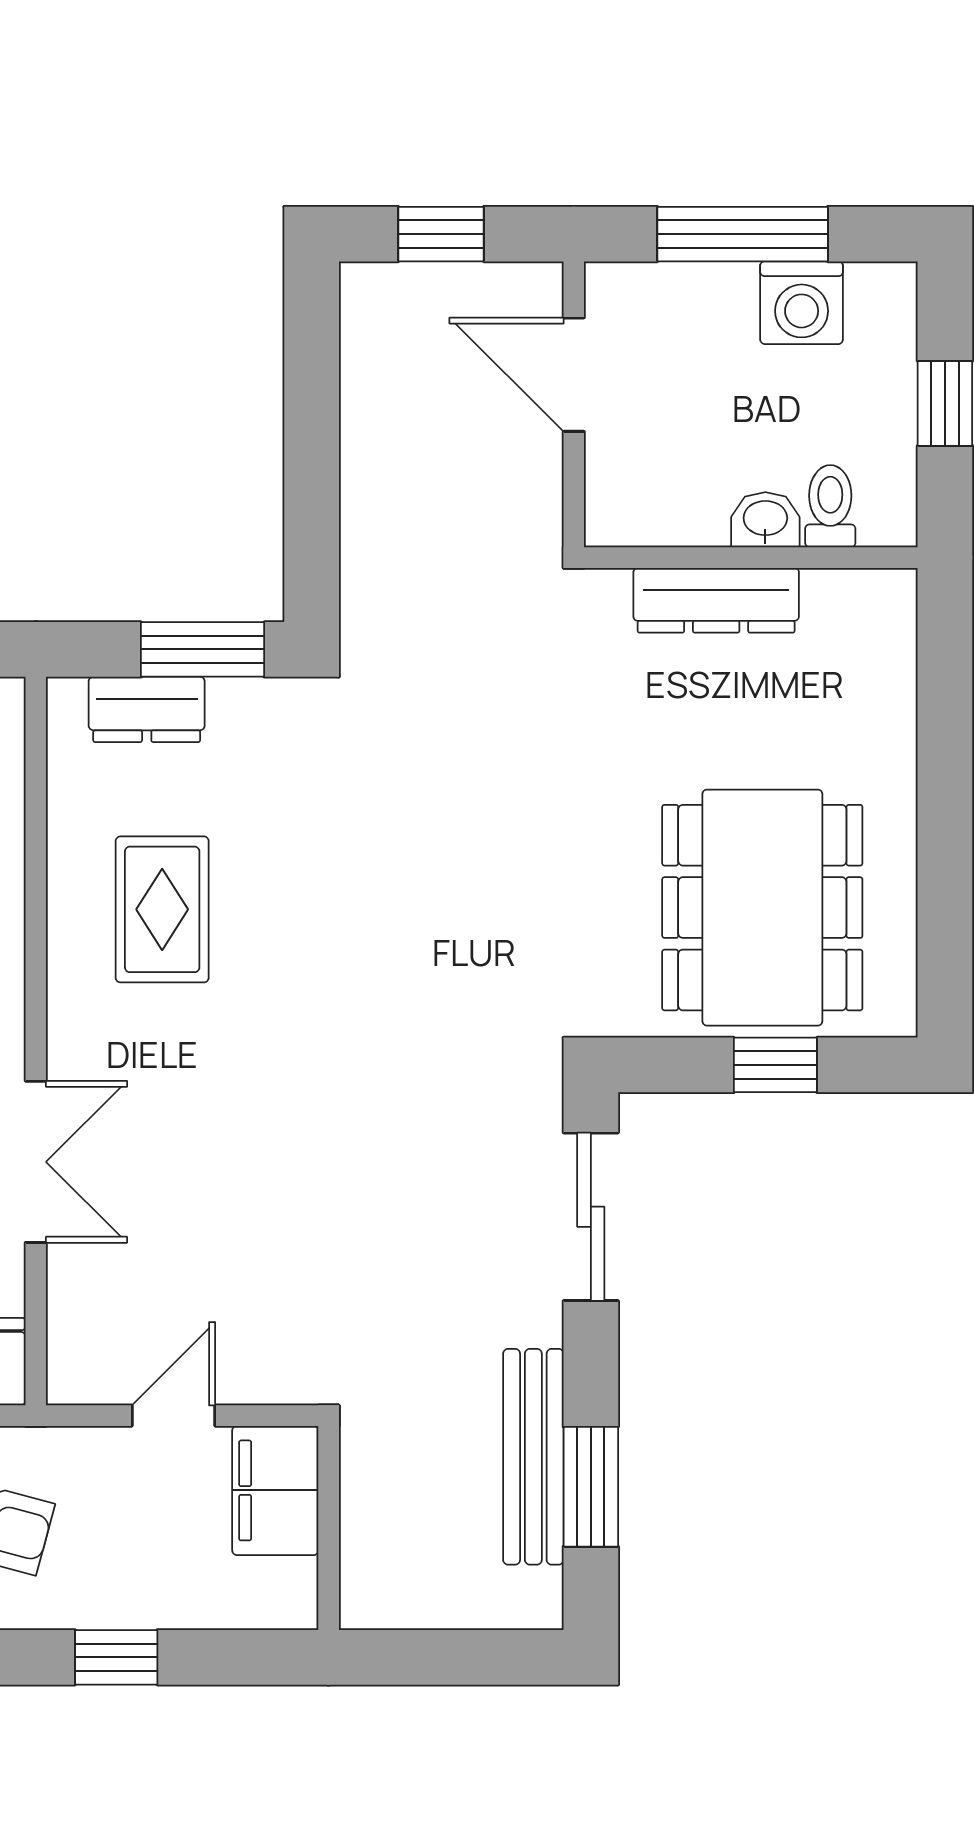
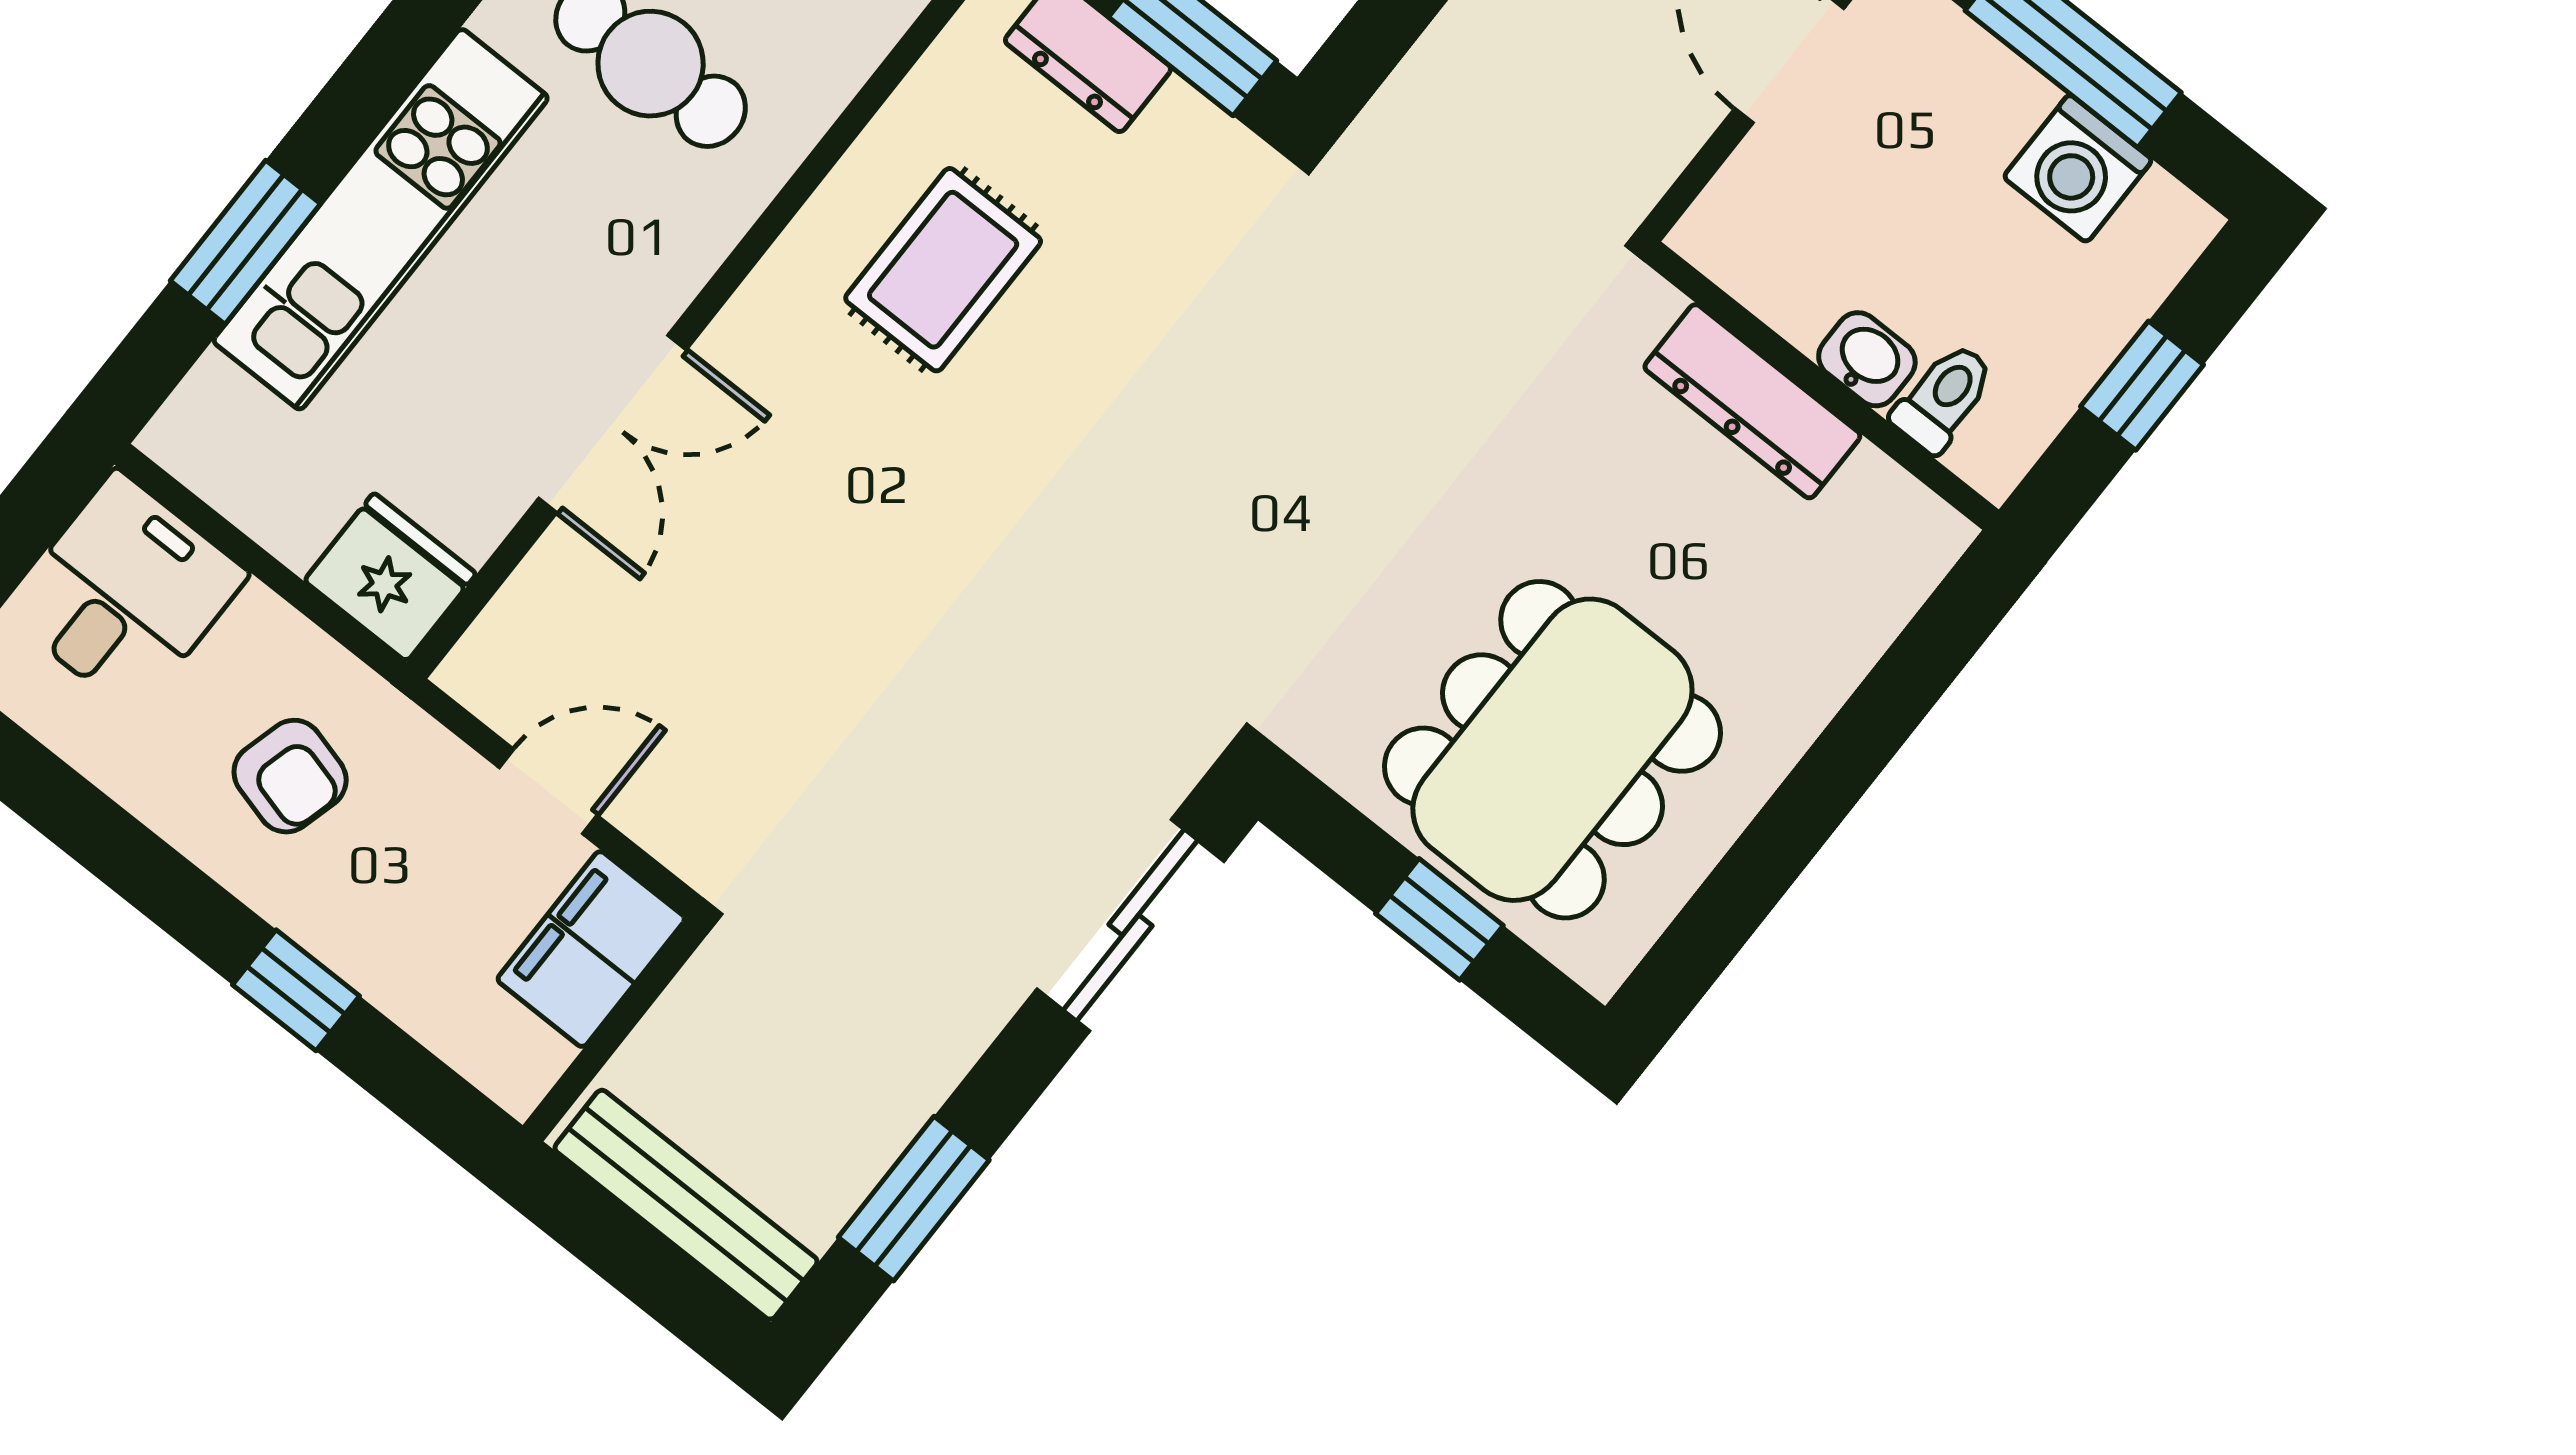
bench: (533, 1457) -> (686, 1205), moved, turned 90

